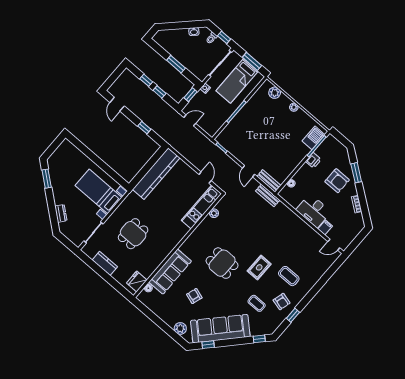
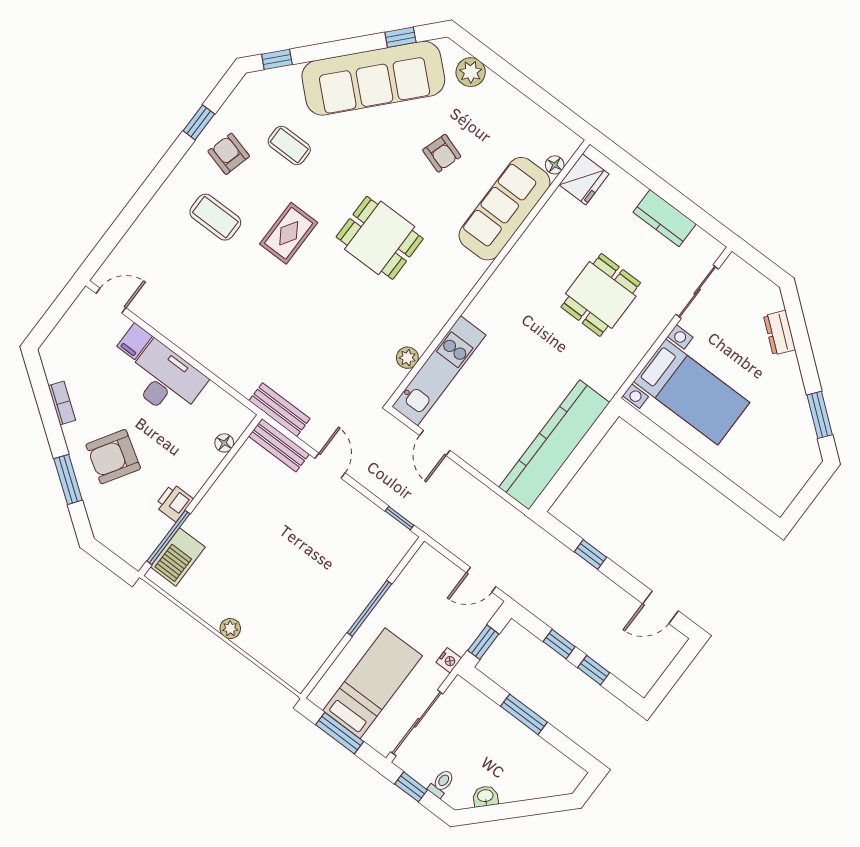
plant: (275, 93) -> (279, 661), removed
door: (117, 104) -> (661, 607), swing flipped
armchair: (337, 181) -> (113, 457), turned -58

